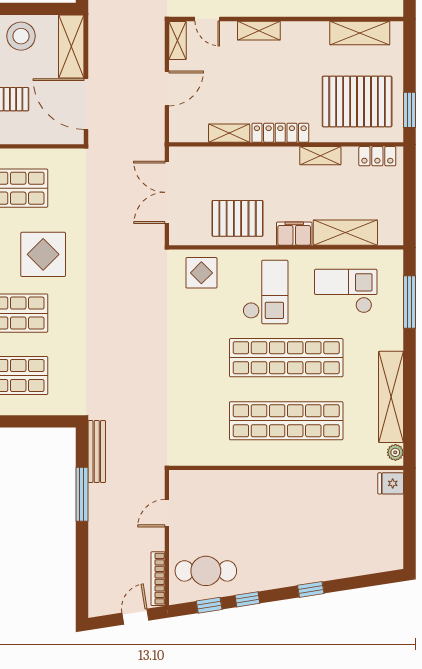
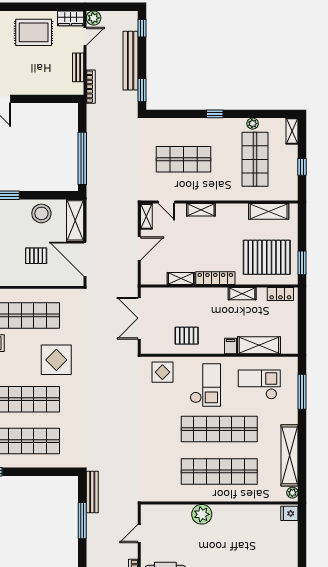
pallet: (238, 218) -> (187, 336), width x0.67, depth x0.71
filing cabinet: (294, 234) -> (231, 346), width x0.50
plant: (260, 485) -> (202, 514), added

